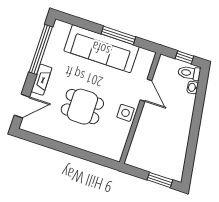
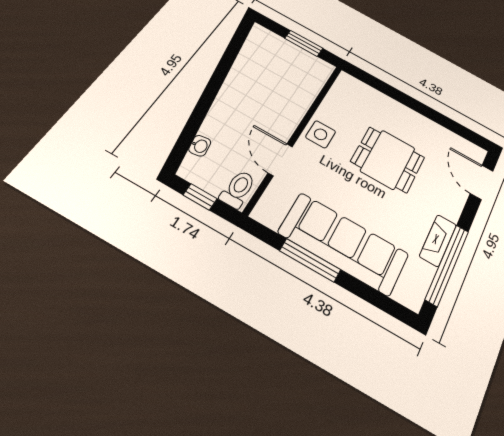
toilet: (189, 73) -> (238, 189), moved, turned -81
fireplace: (42, 80) -> (438, 240), moved
door: (22, 106) -> (482, 182), hinge flipped
window: (160, 180) -> (304, 43), moved

